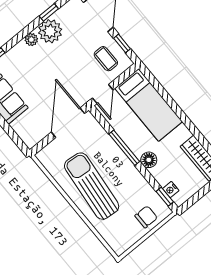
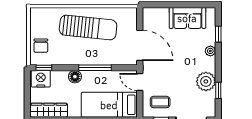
plant: (31, 40) -> (210, 51), moved
nightstand: (171, 190) -> (41, 79), width x1.89, depth x1.79

